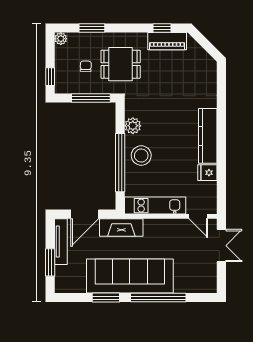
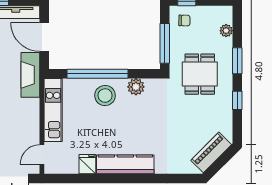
window: (92, 28) -> (237, 61), moved
window: (162, 28) -> (237, 100), moved
plant: (61, 39) -> (226, 31), moved
piano: (167, 41) -> (211, 152), moved, turned 45
chair: (86, 66) -> (184, 20), moved

